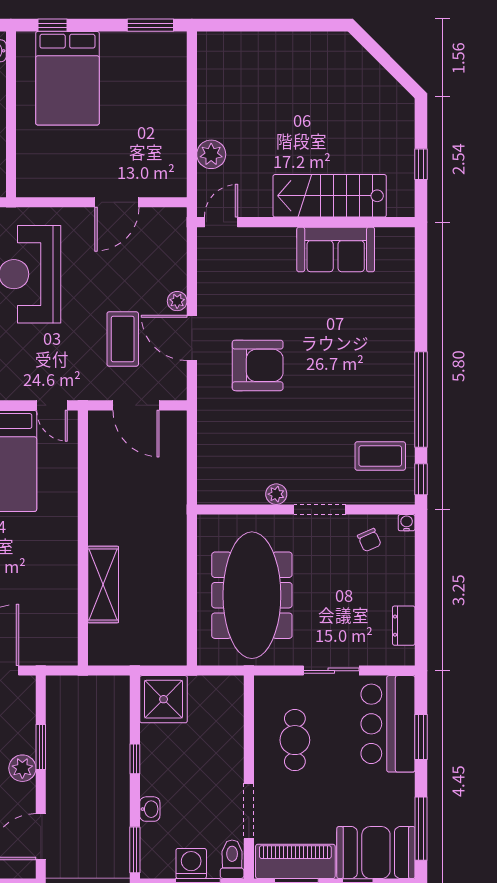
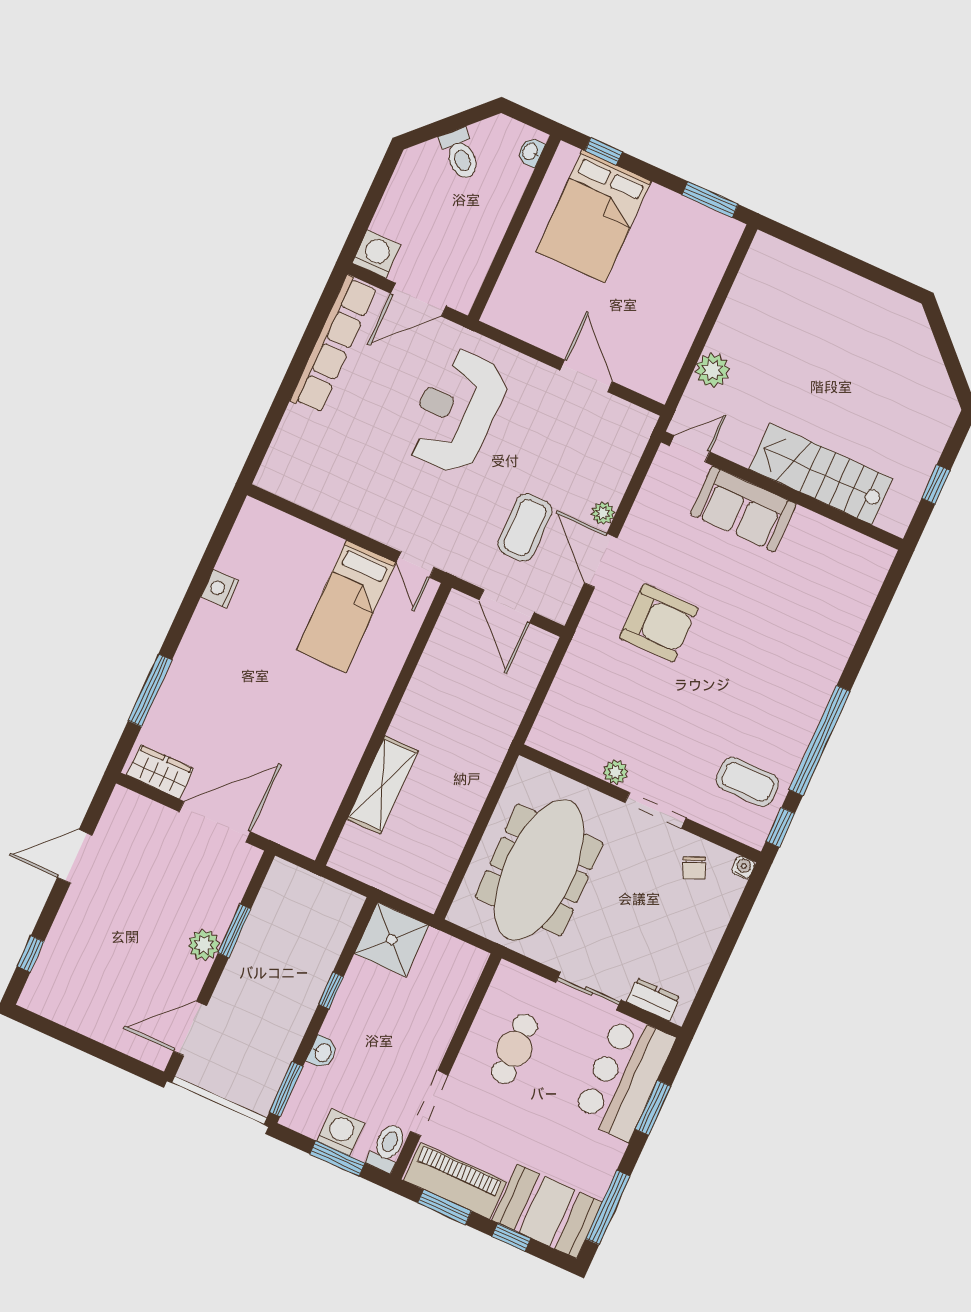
door: (117, 202) -> (586, 376), swing flipped
sofa: (336, 249) -> (743, 509), moved
dresser: (404, 626) -> (653, 1000), moved, turned 90

